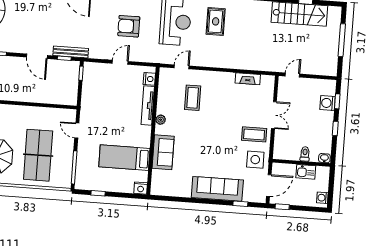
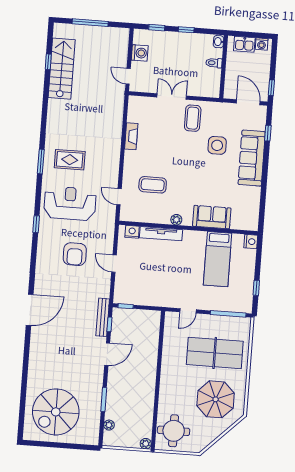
fireplace: (248, 79) -> (131, 136), moved
washing machine: (328, 103) -> (140, 53), moved, turned -90
side table: (255, 160) -> (217, 145), moved
kitchen sink: (306, 172) -> (244, 44), moved, turned 90

